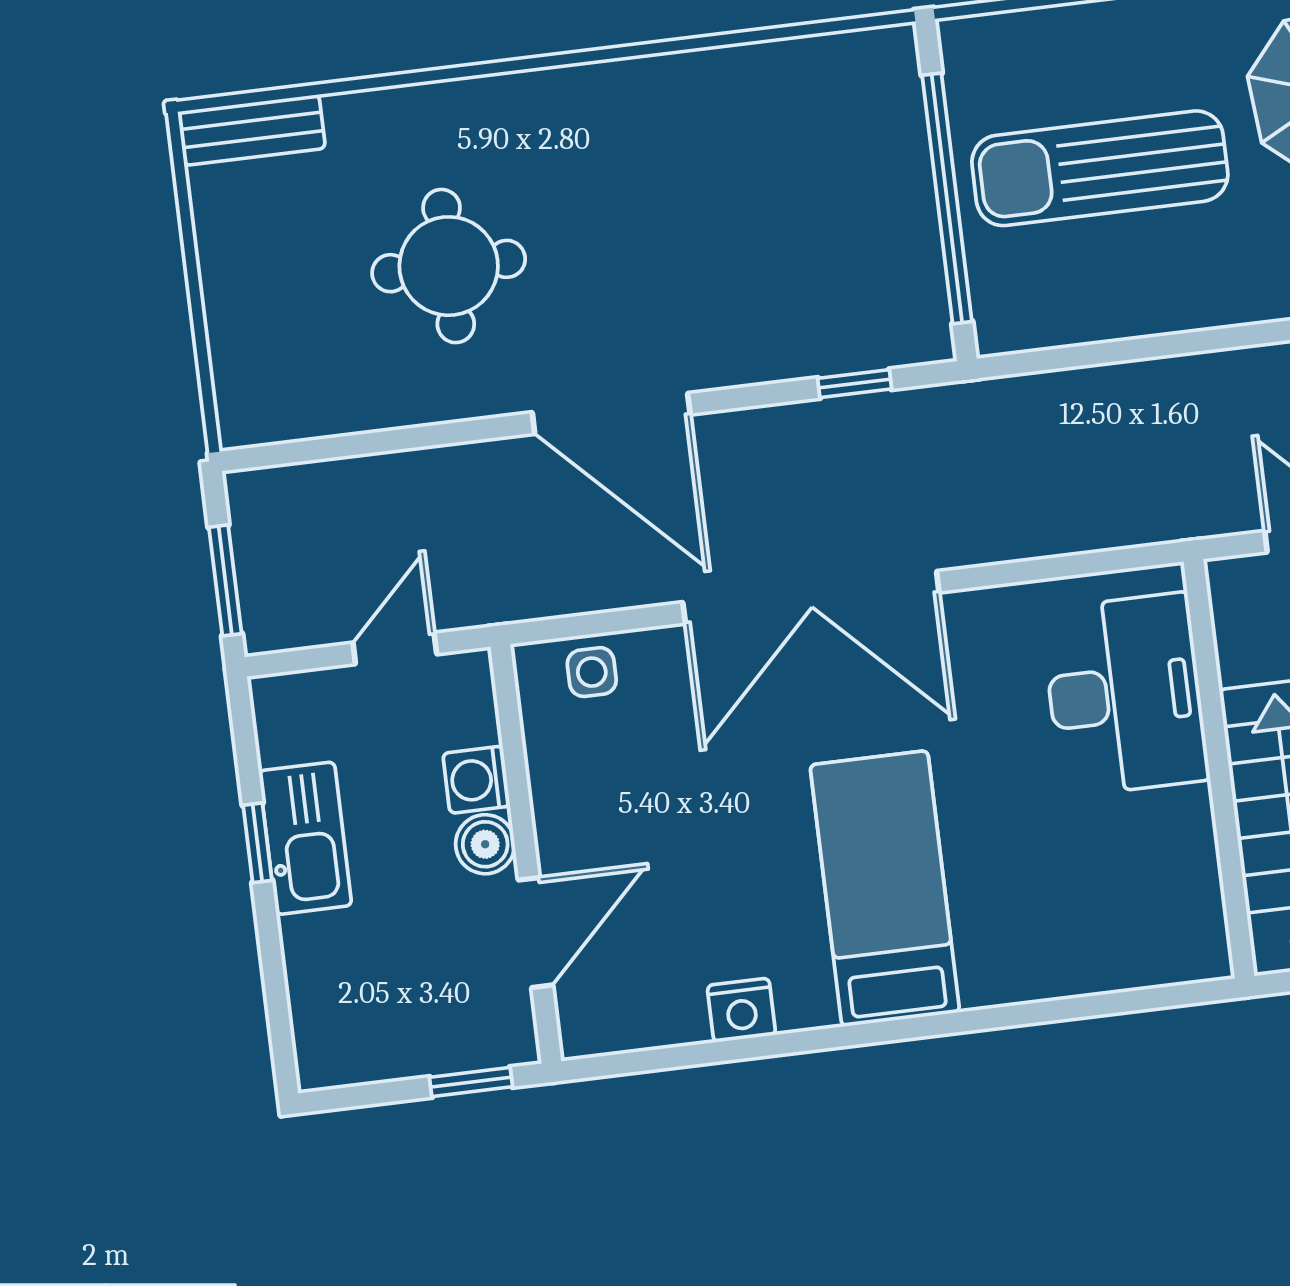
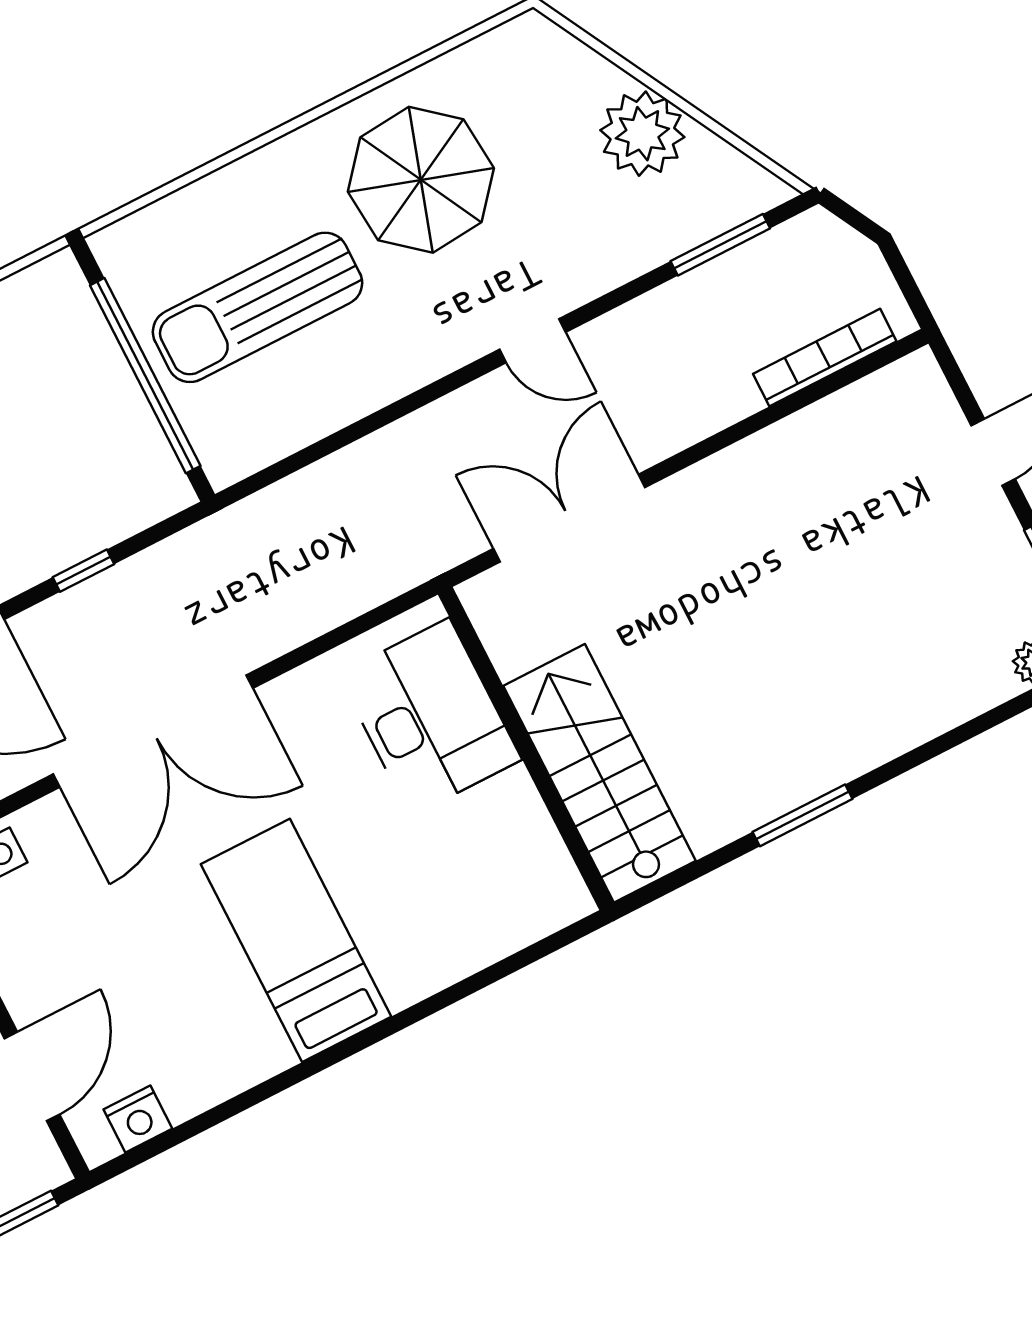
window: (855, 384) -> (83, 571), moved
nightstand: (741, 1010) -> (138, 1119), moved

